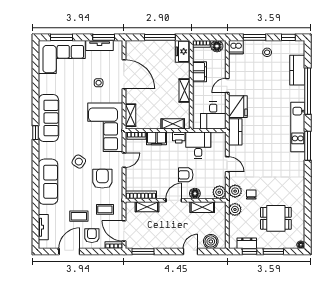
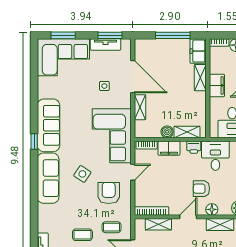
filing cabinet: (199, 72) -> (217, 85), moved
shelving: (185, 91) -> (200, 78), moved
shelving: (130, 115) -> (140, 107), moved
boiler: (155, 124) -> (167, 132), added
sofa: (48, 182) -> (48, 178), moved

